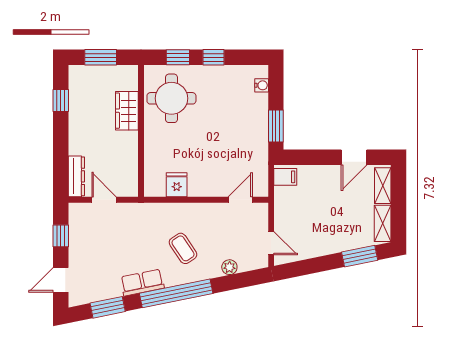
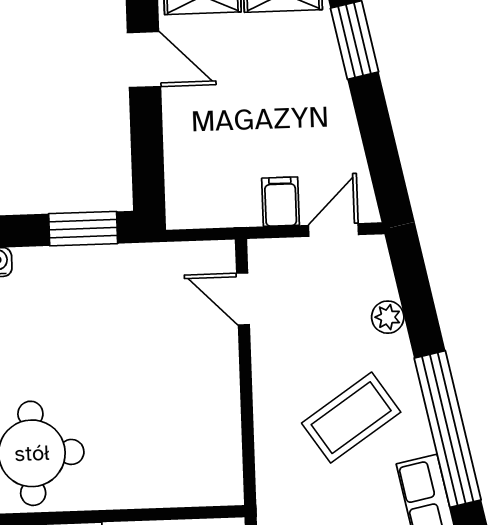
filing cabinet: (285, 177) -> (281, 202), moved
fridge: (177, 185) -> (216, 436), removed
coffee table: (183, 248) -> (351, 418), width x1.36, depth x1.30

